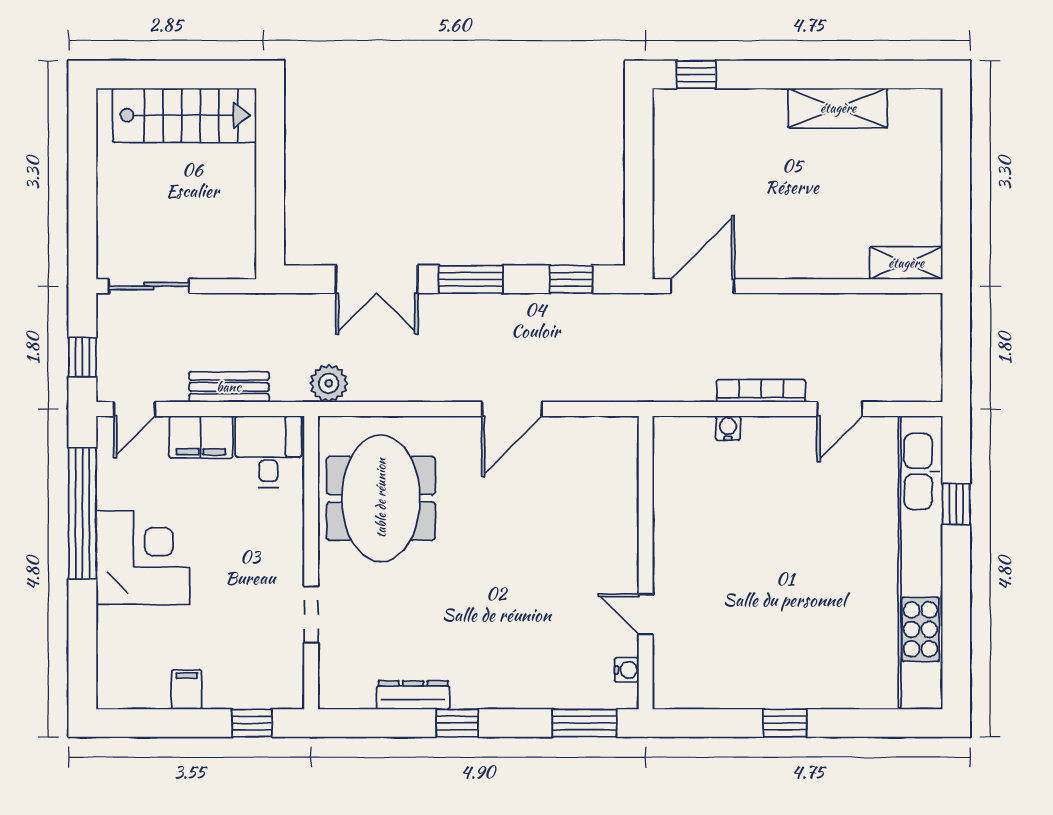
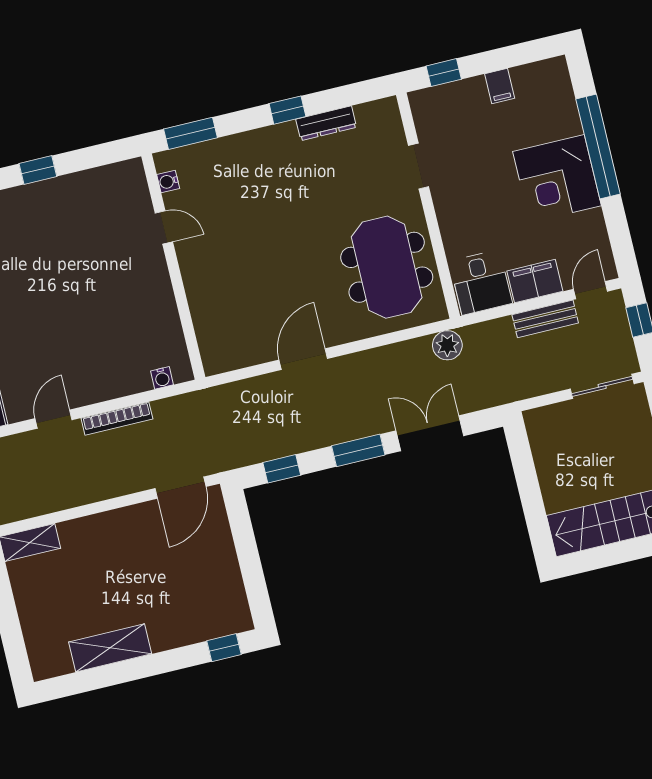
bench: (229, 387) -> (545, 319), moved
water cooler: (728, 428) -> (162, 378), moved
window: (82, 513) -> (598, 146), moved

